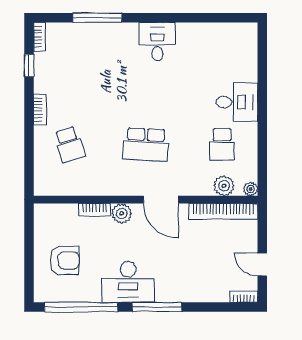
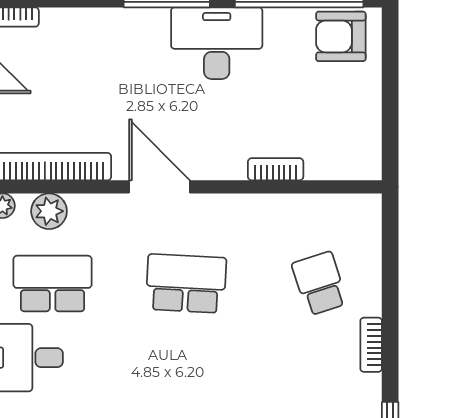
school desk: (222, 144) -> (53, 283), width x1.85
plant: (122, 213) -> (228, 163), removed
armchair: (65, 260) -> (341, 36), moved

